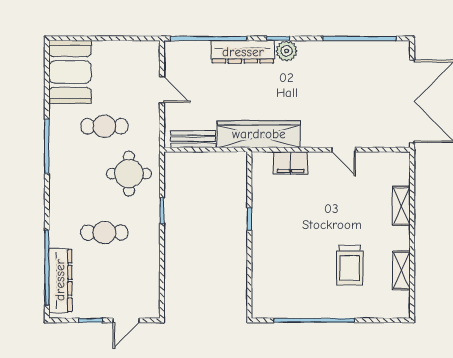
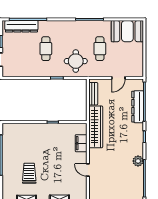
plant: (287, 51) -> (138, 161), moved
dresser: (243, 52) -> (138, 107), moved
door: (344, 150) -> (88, 170), hinge flipped
trolley: (350, 265) -> (29, 173), turned 90

